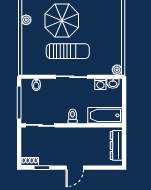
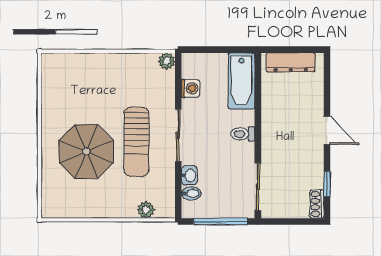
plant: (26, 20) -> (146, 210), moved
sun lounger: (68, 51) -> (136, 142), turned 180
washbasin: (113, 83) -> (189, 175), moved

